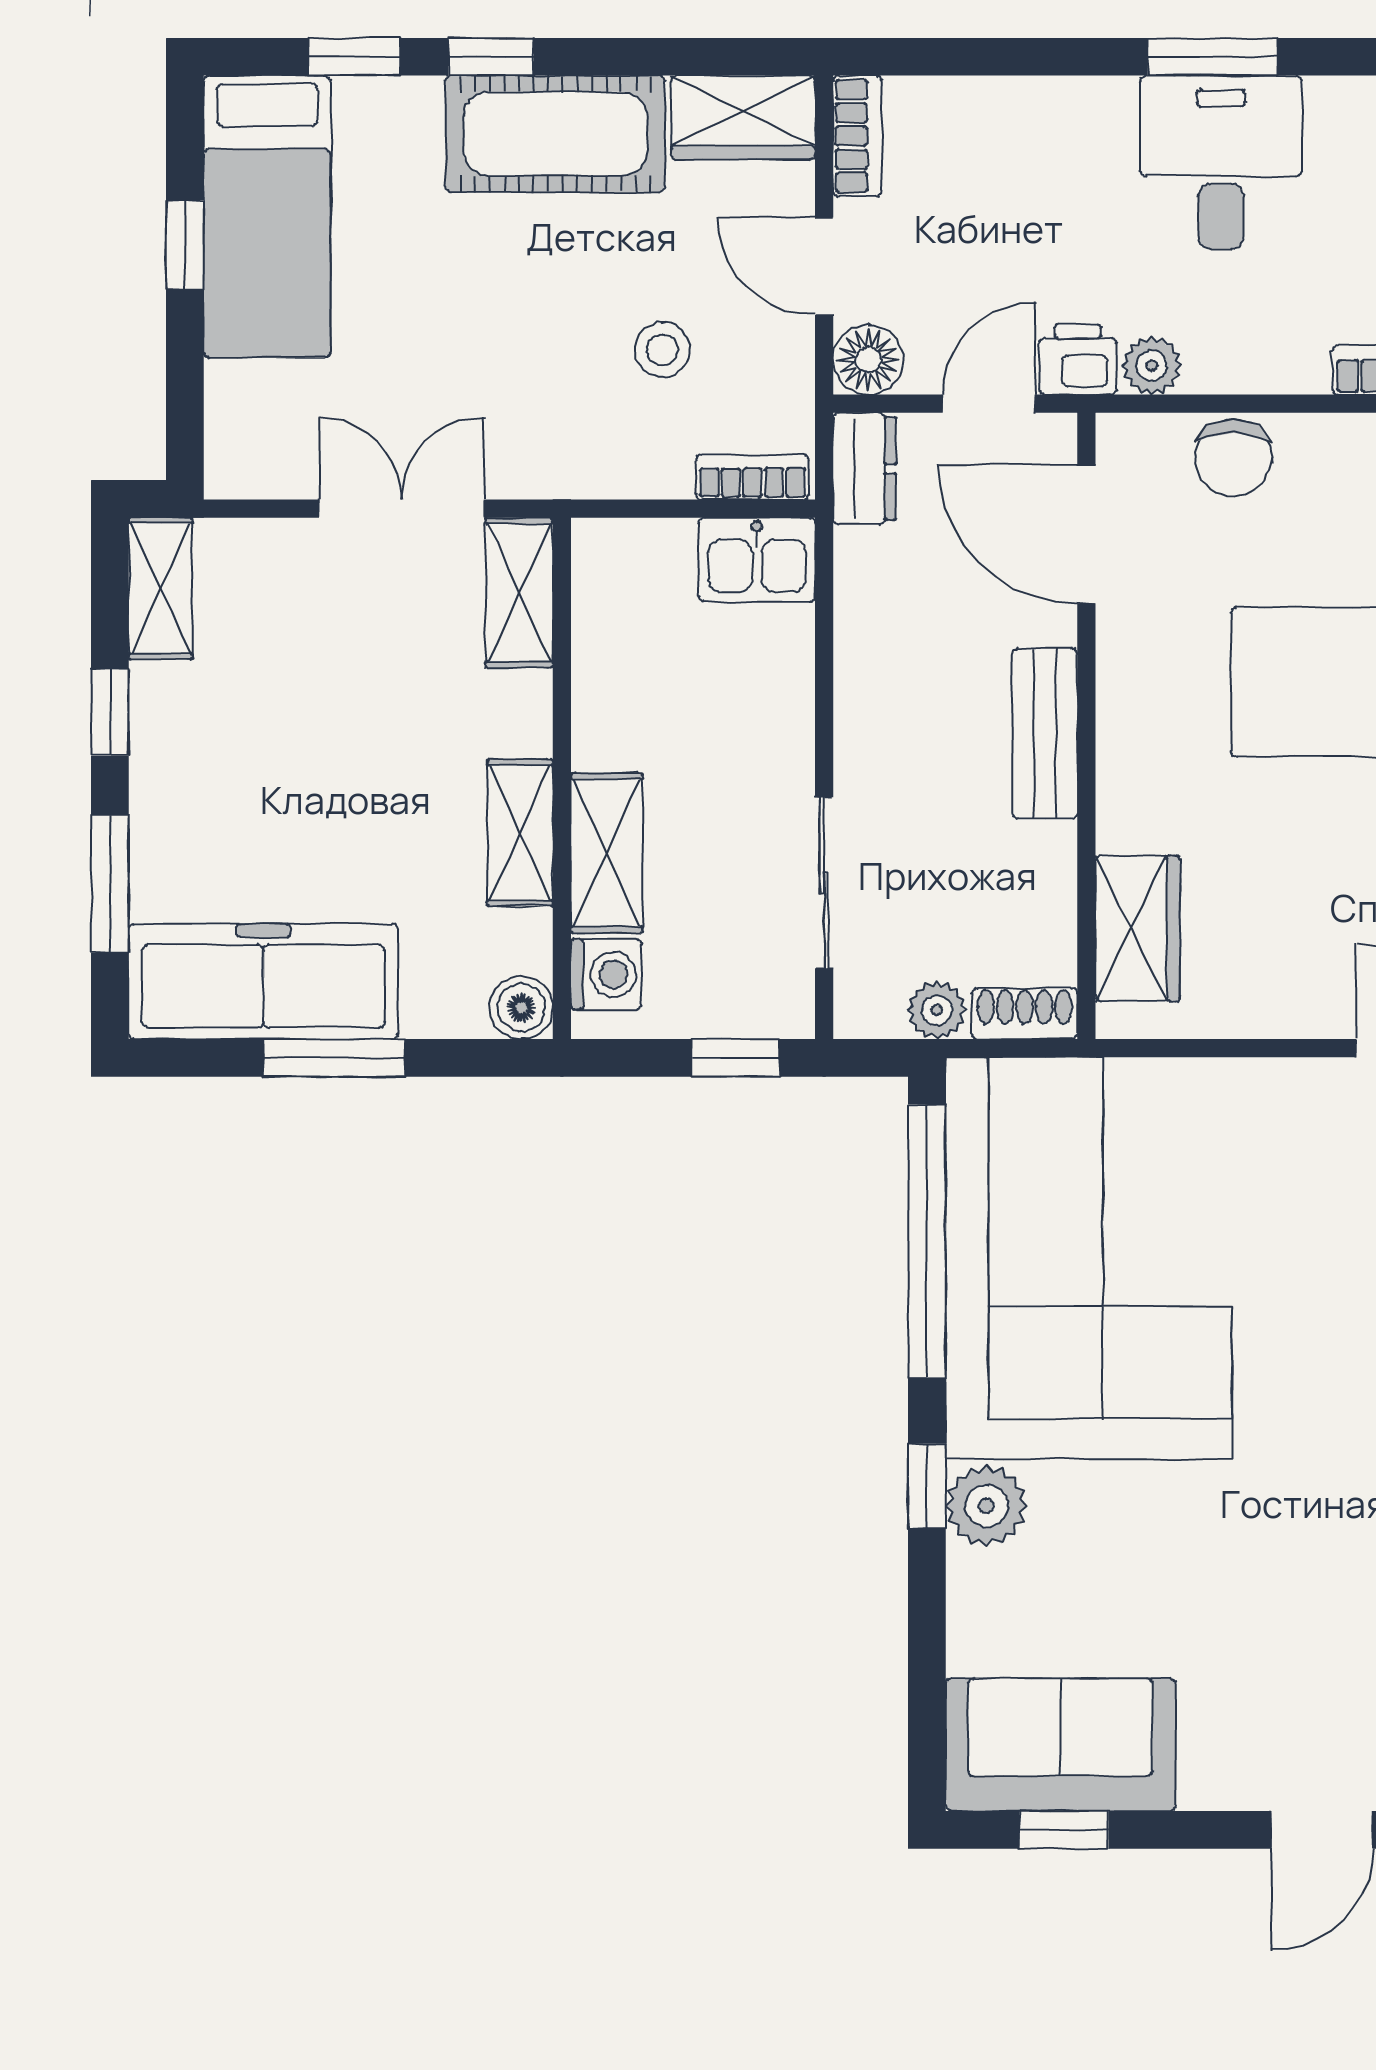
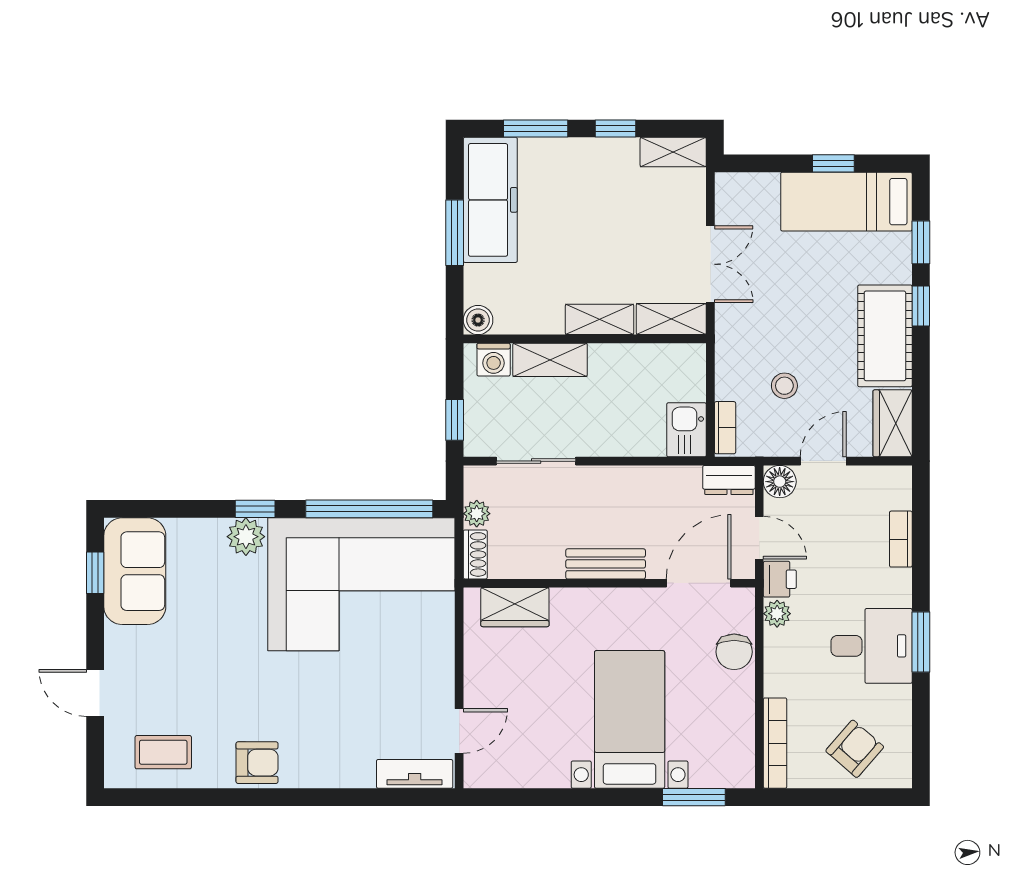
bookcase: (857, 136) -> (901, 539), moved, turned 90
chair: (1234, 458) -> (734, 652), turned -90
shelving: (520, 833) -> (600, 319), moved

